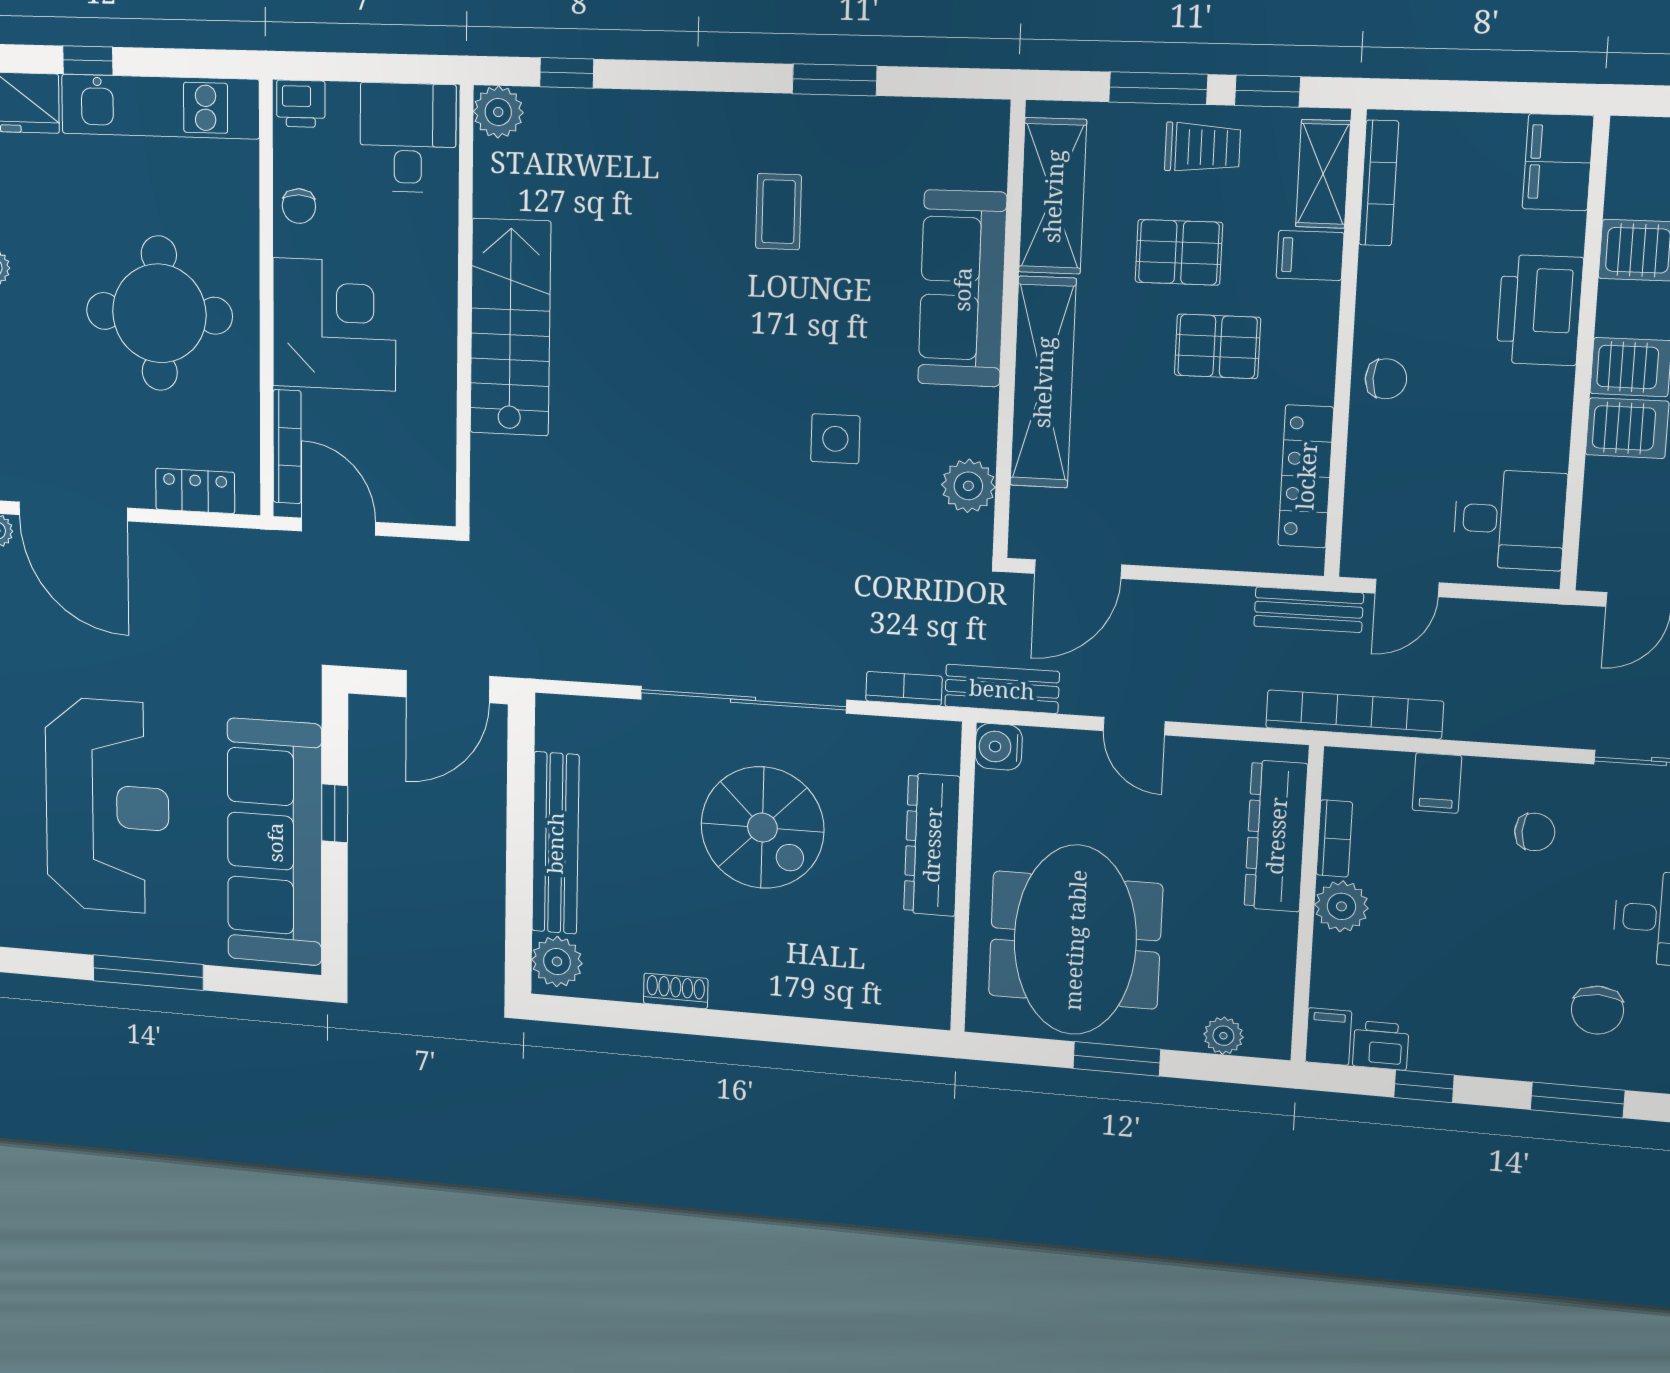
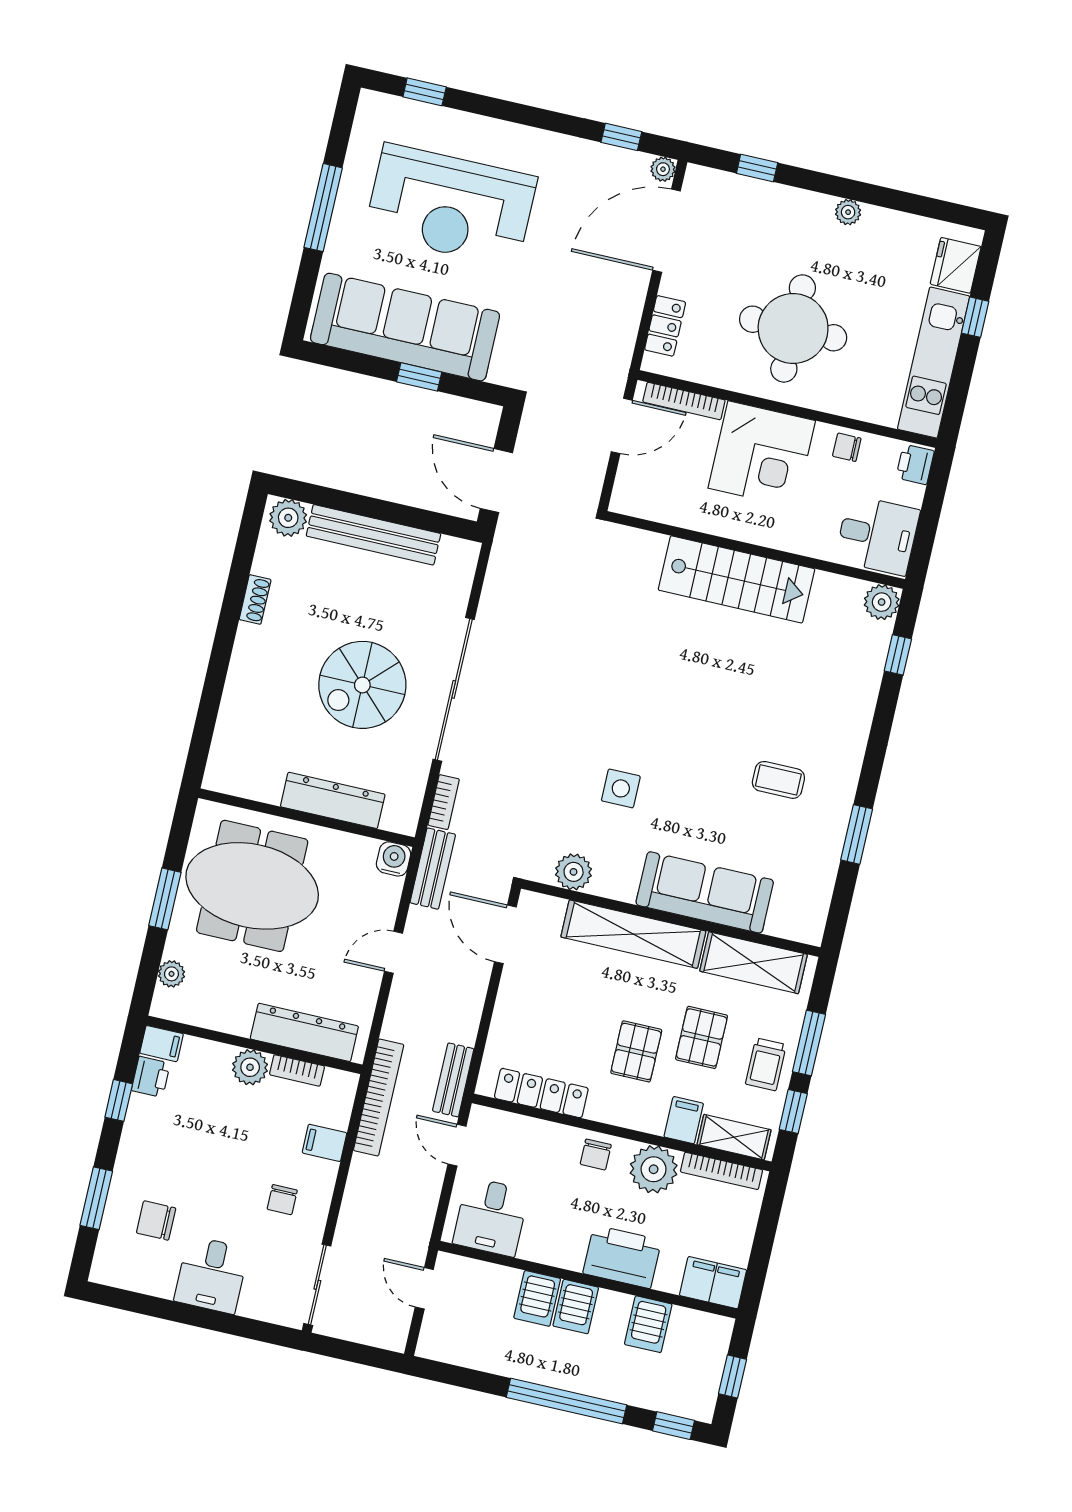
plant: (1394, 287) -> (654, 1169), added

